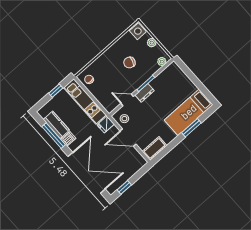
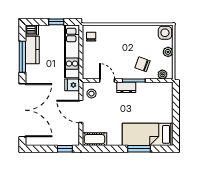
chair: (129, 63) -> (142, 64), moved
dishwasher: (68, 139) -> (32, 30), moved
window: (124, 187) -> (65, 149), moved

